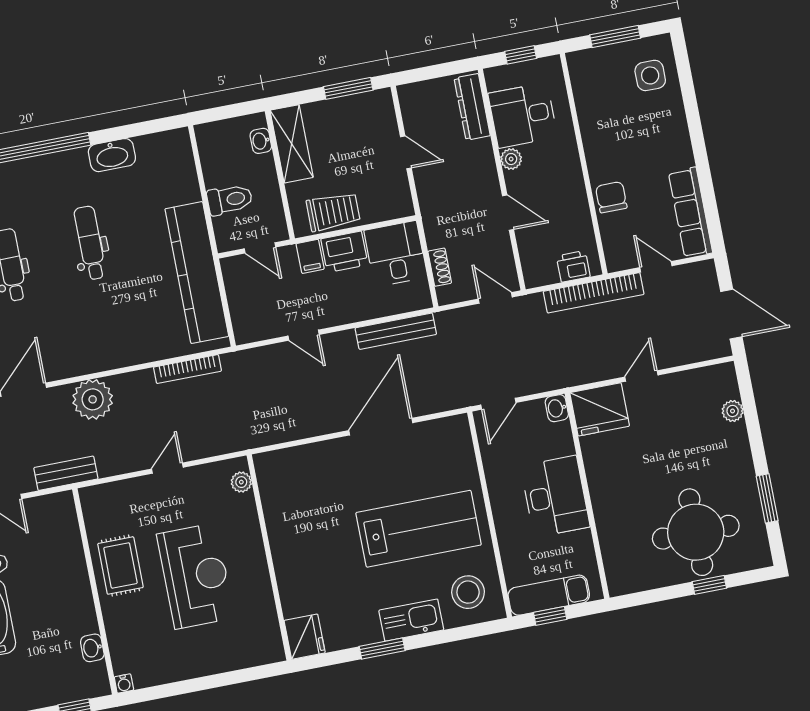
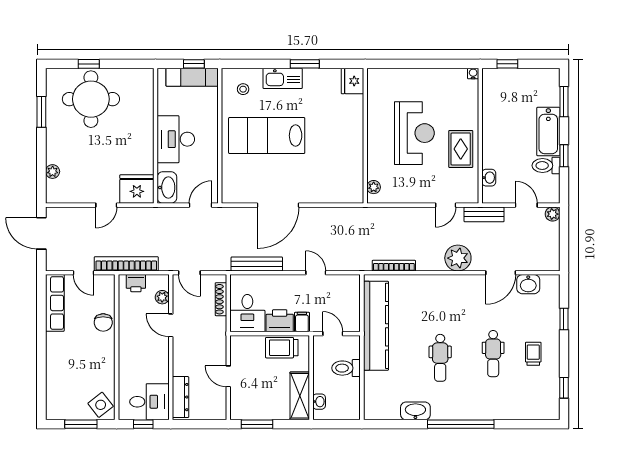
side table: (650, 75) -> (101, 405), moved, turned -38
desk: (523, 115) -> (149, 402), moved
plant: (511, 159) -> (162, 297), moved
shoe rack: (440, 267) -> (221, 299), width x1.43
washbasin: (557, 408) -> (167, 188), width x1.91, depth x1.45
door: (167, 468) -> (446, 205), moved
reception desk: (196, 576) -> (414, 133), turned 180
stool: (468, 592) -> (243, 89), width x0.53, depth x0.53
washbasin: (92, 648) -> (489, 178), moved

